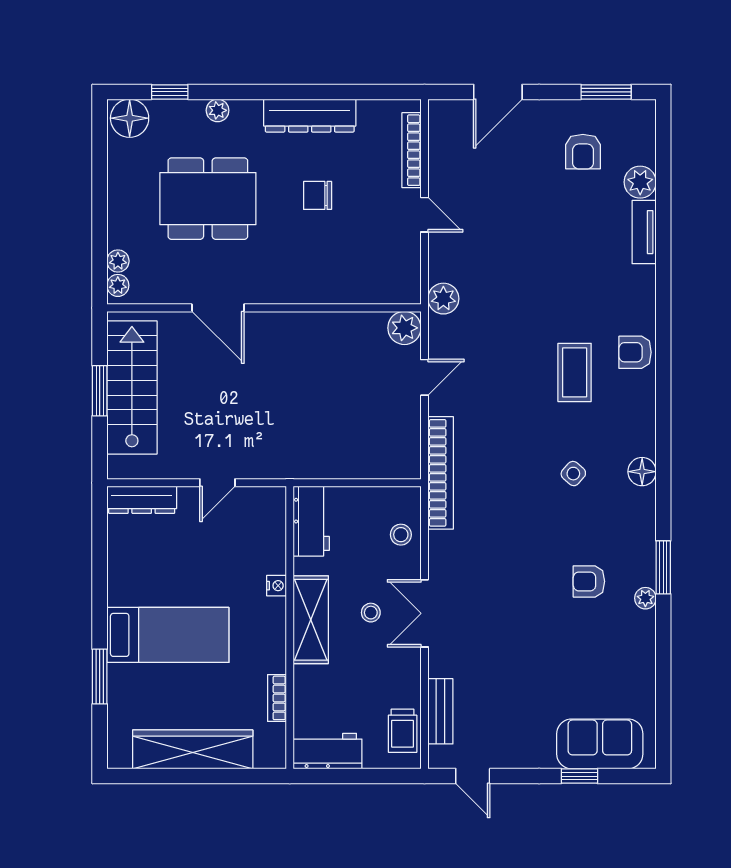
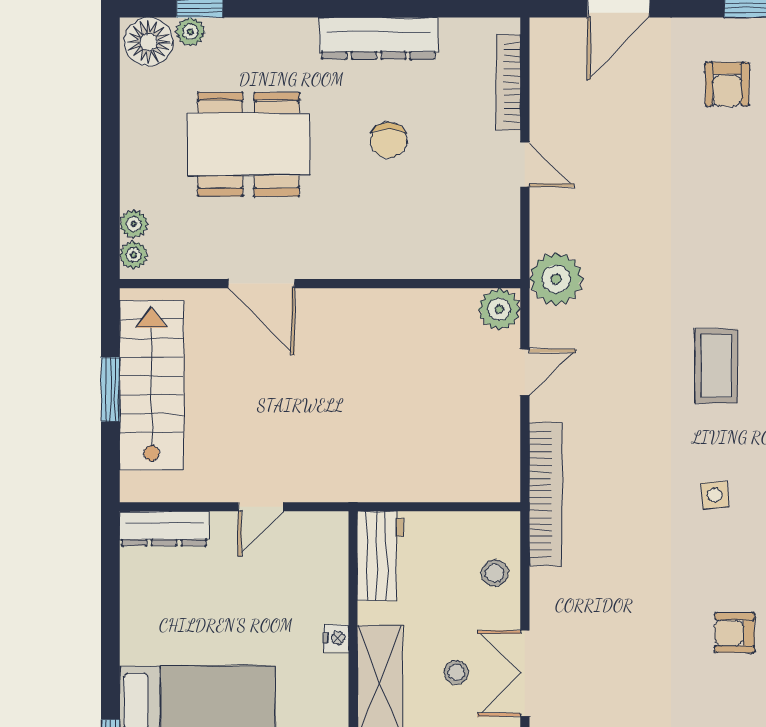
plant: (218, 110) -> (190, 32), moved
chair: (318, 195) -> (388, 140), turned -90
plant: (443, 299) -> (556, 279), width x1.36, depth x1.36
side table: (573, 474) -> (715, 495), turned 45

